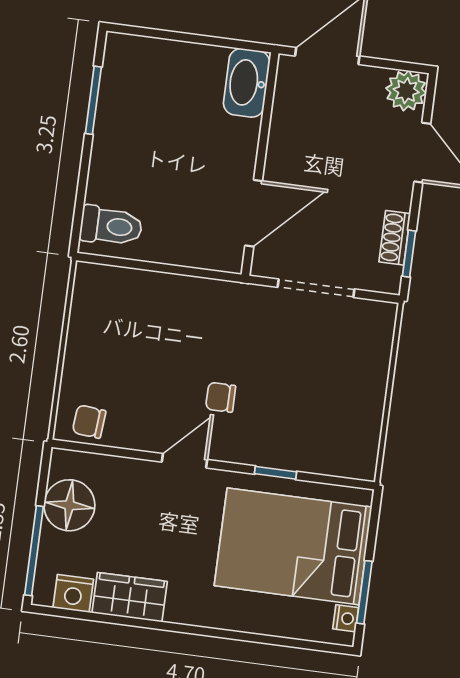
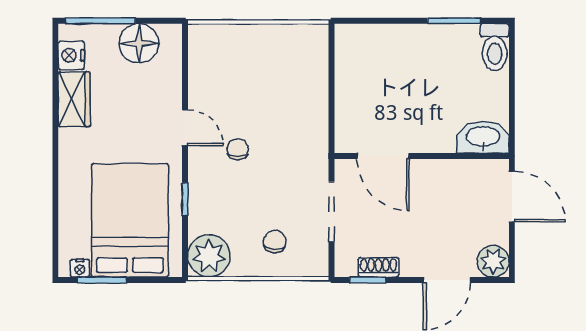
toilet: (111, 226) -> (495, 47), moved
chair: (89, 422) -> (275, 242), moved
plant: (352, 452) -> (209, 256), added

